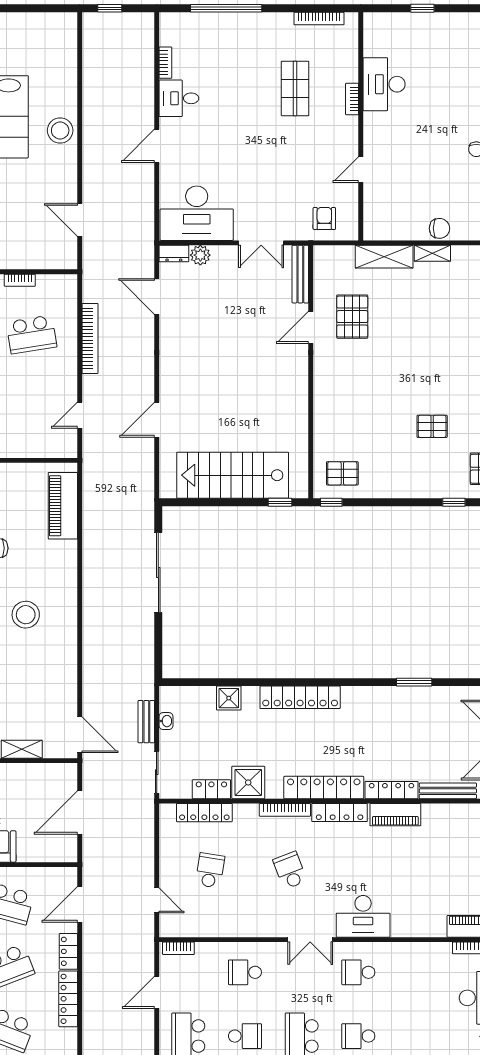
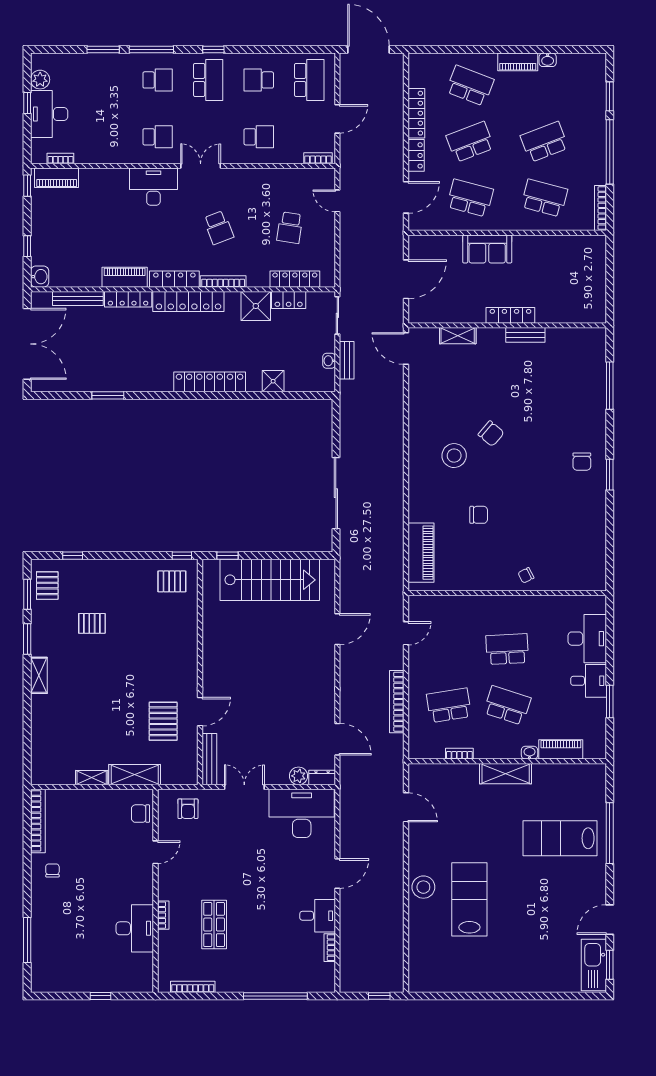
chair: (440, 228) -> (140, 814), moved

